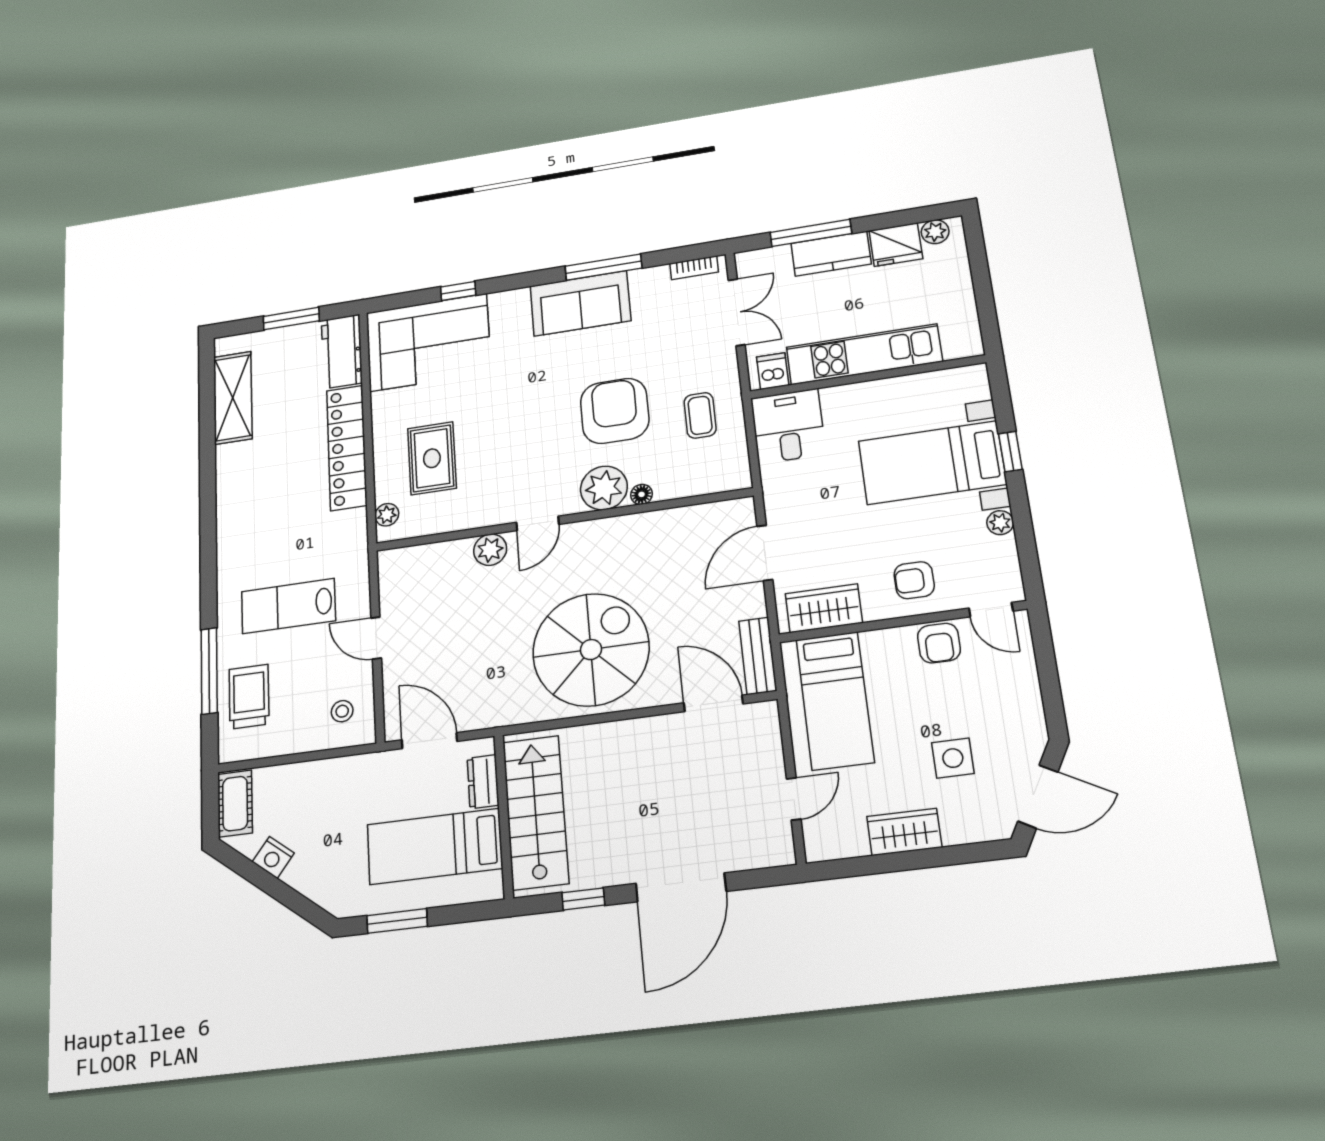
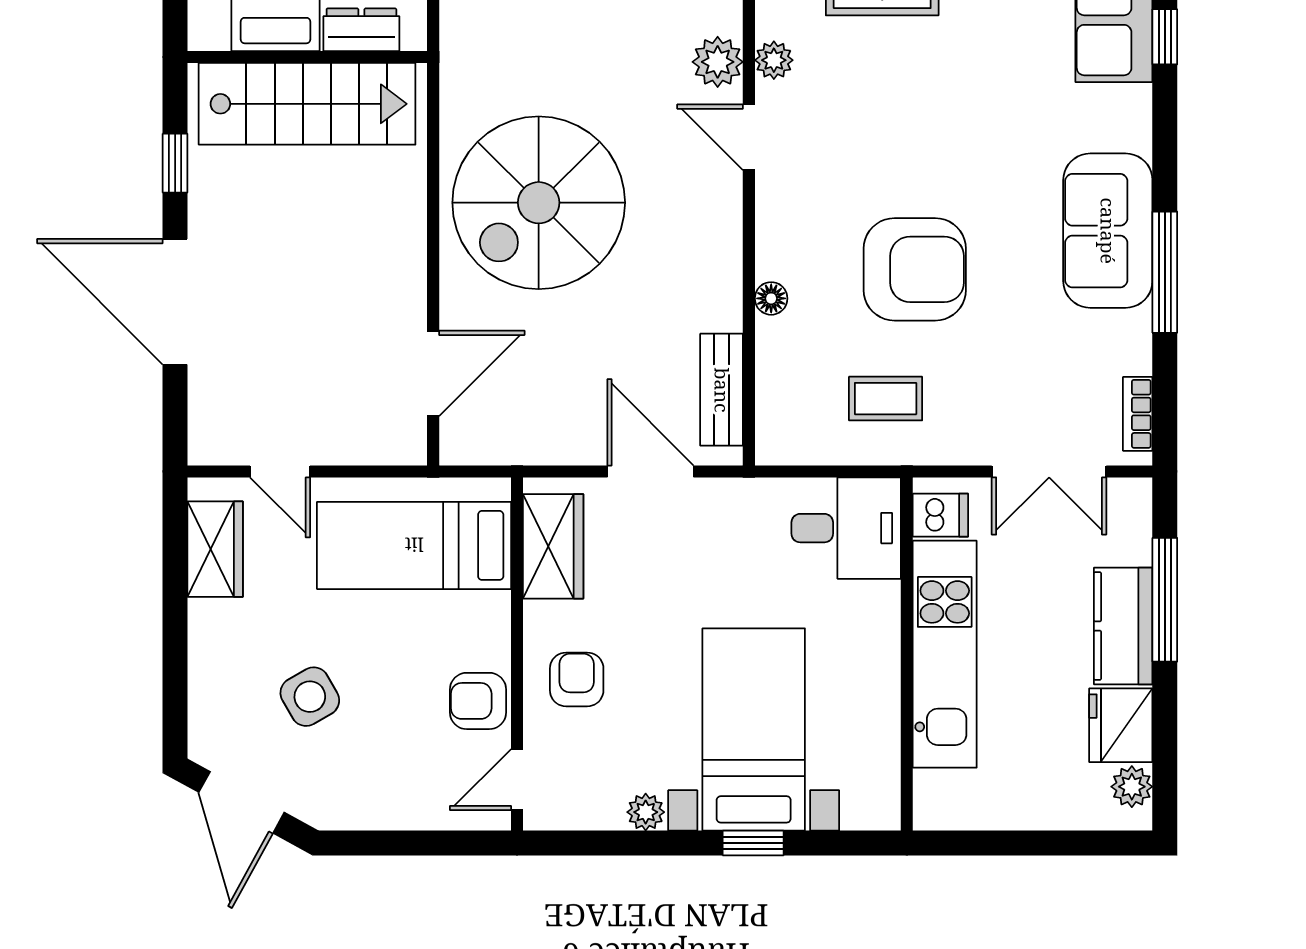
plant: (604, 488) -> (774, 60), moved, width x0.53, depth x0.53
spiral stairs: (591, 650) -> (539, 203), turned 90
bench: (758, 656) -> (722, 390), moved, turned 90
side table: (953, 758) -> (310, 697), turned -30
wardrobe: (904, 832) -> (215, 549), moved

